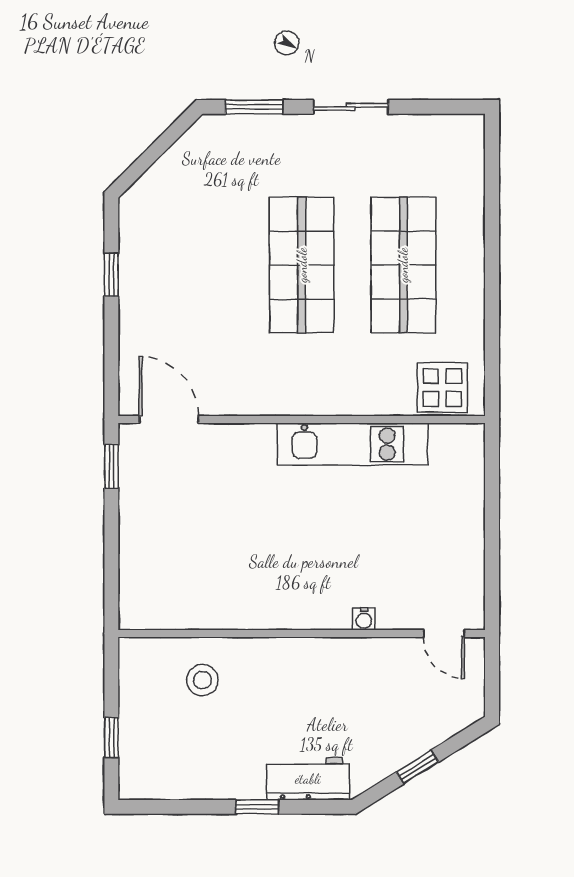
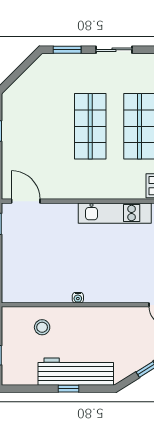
water cooler: (364, 619) -> (78, 298), moved
workbench: (308, 779) -> (76, 372), width x1.88, depth x1.32

